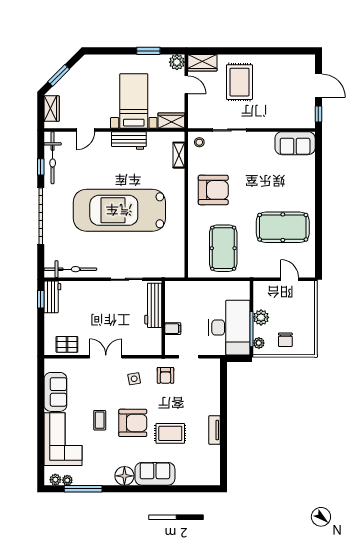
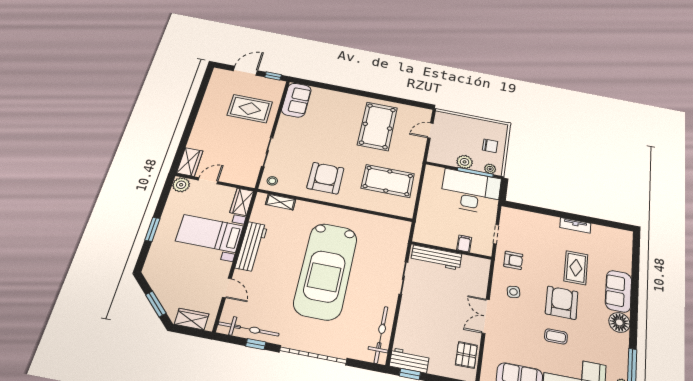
window: (148, 51) -> (152, 229), moved
rug: (239, 82) -> (250, 109), moved
workbench: (129, 141) -> (251, 246), width x1.38

